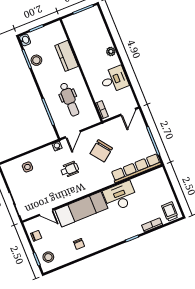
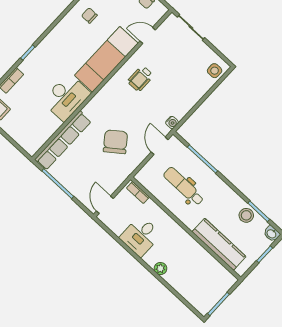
kitchen counter: (66, 56) -> (219, 244), width x1.50
side table: (27, 167) -> (215, 71), moved
wheelchair: (70, 169) -> (140, 79), moved

